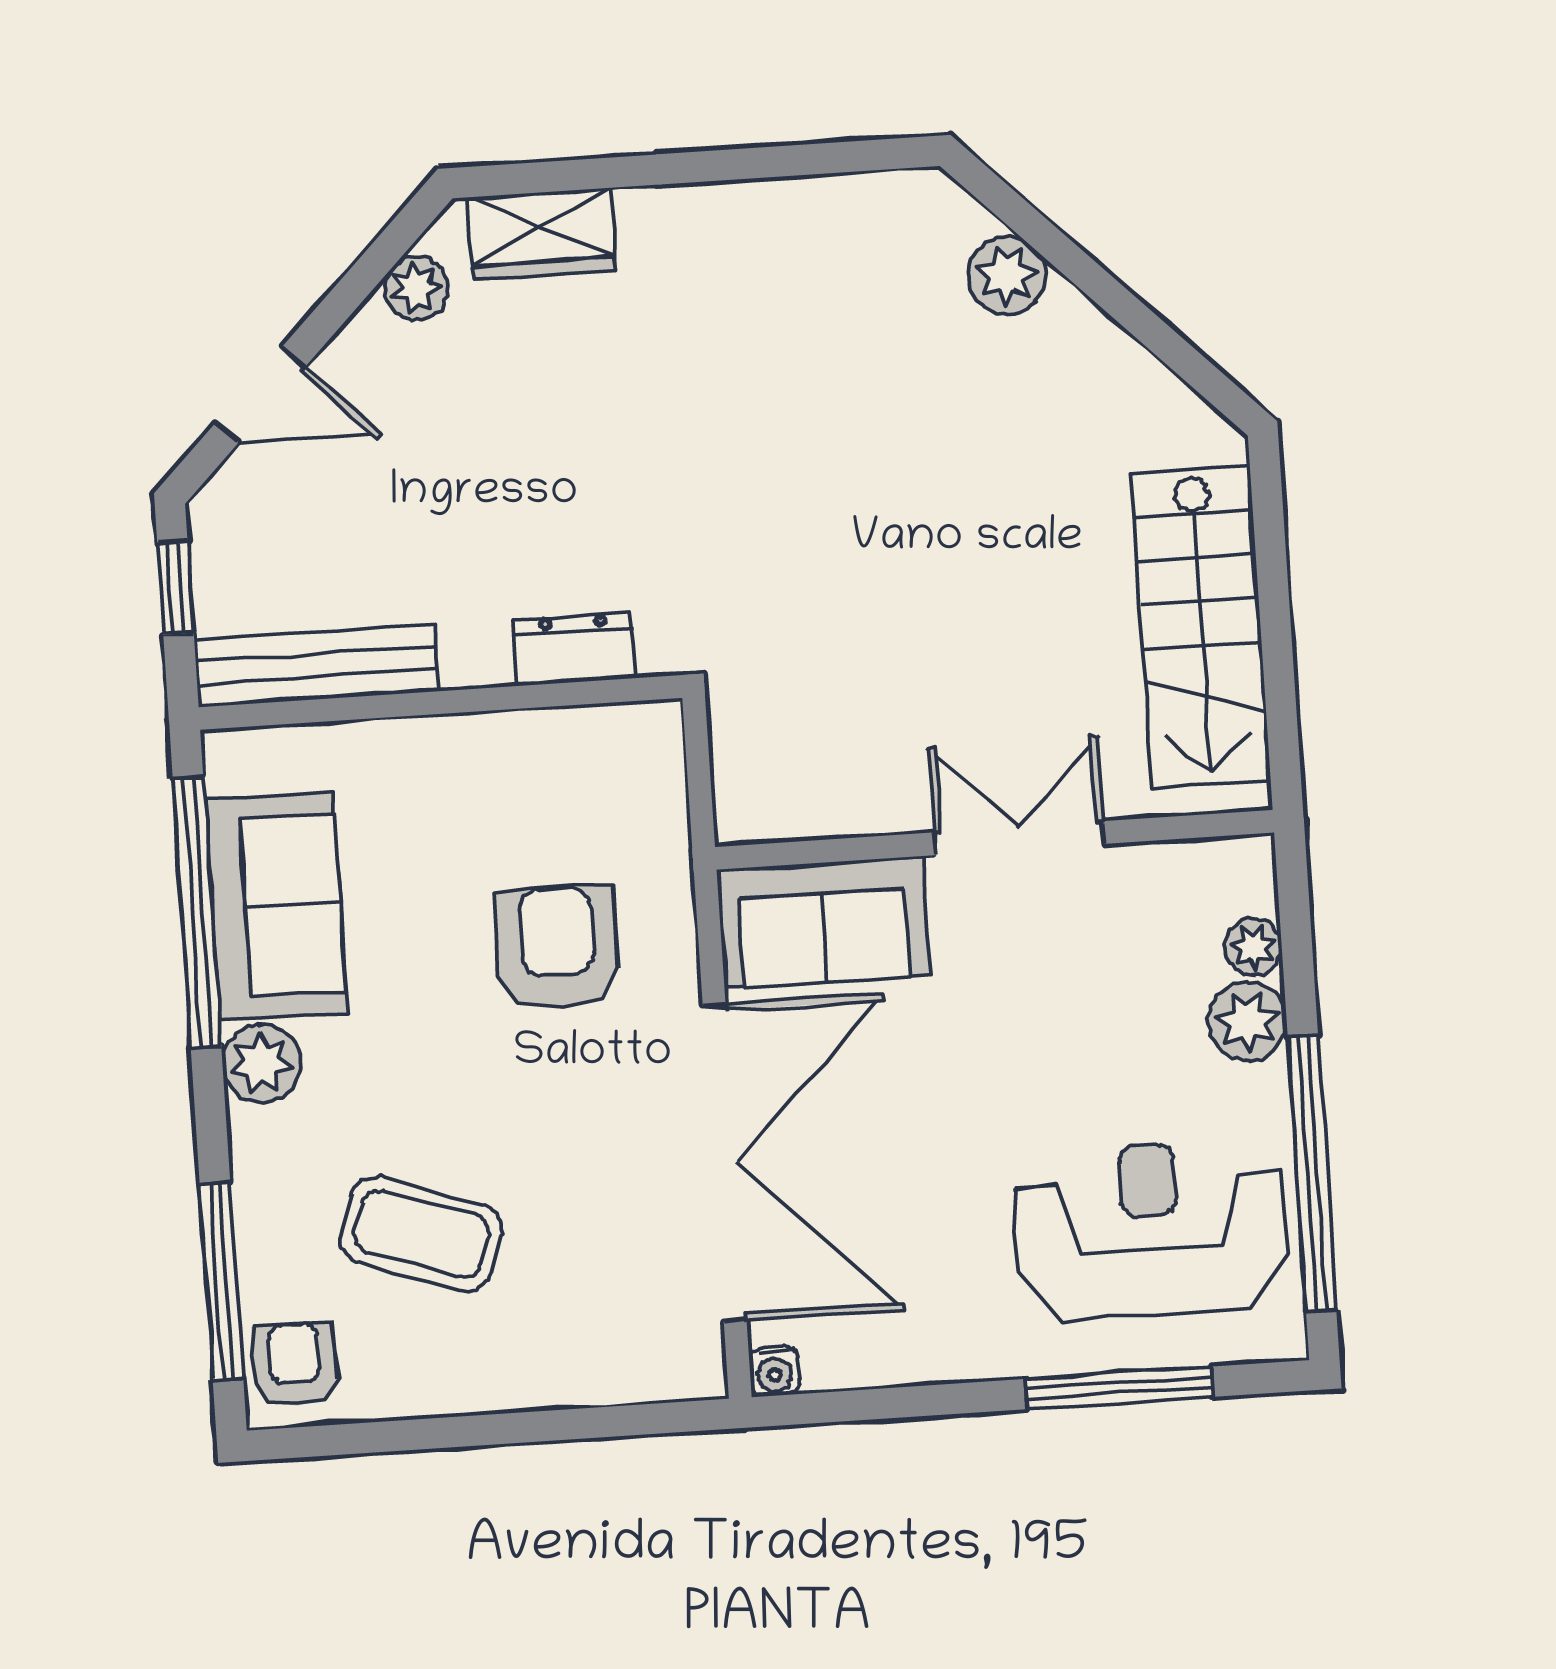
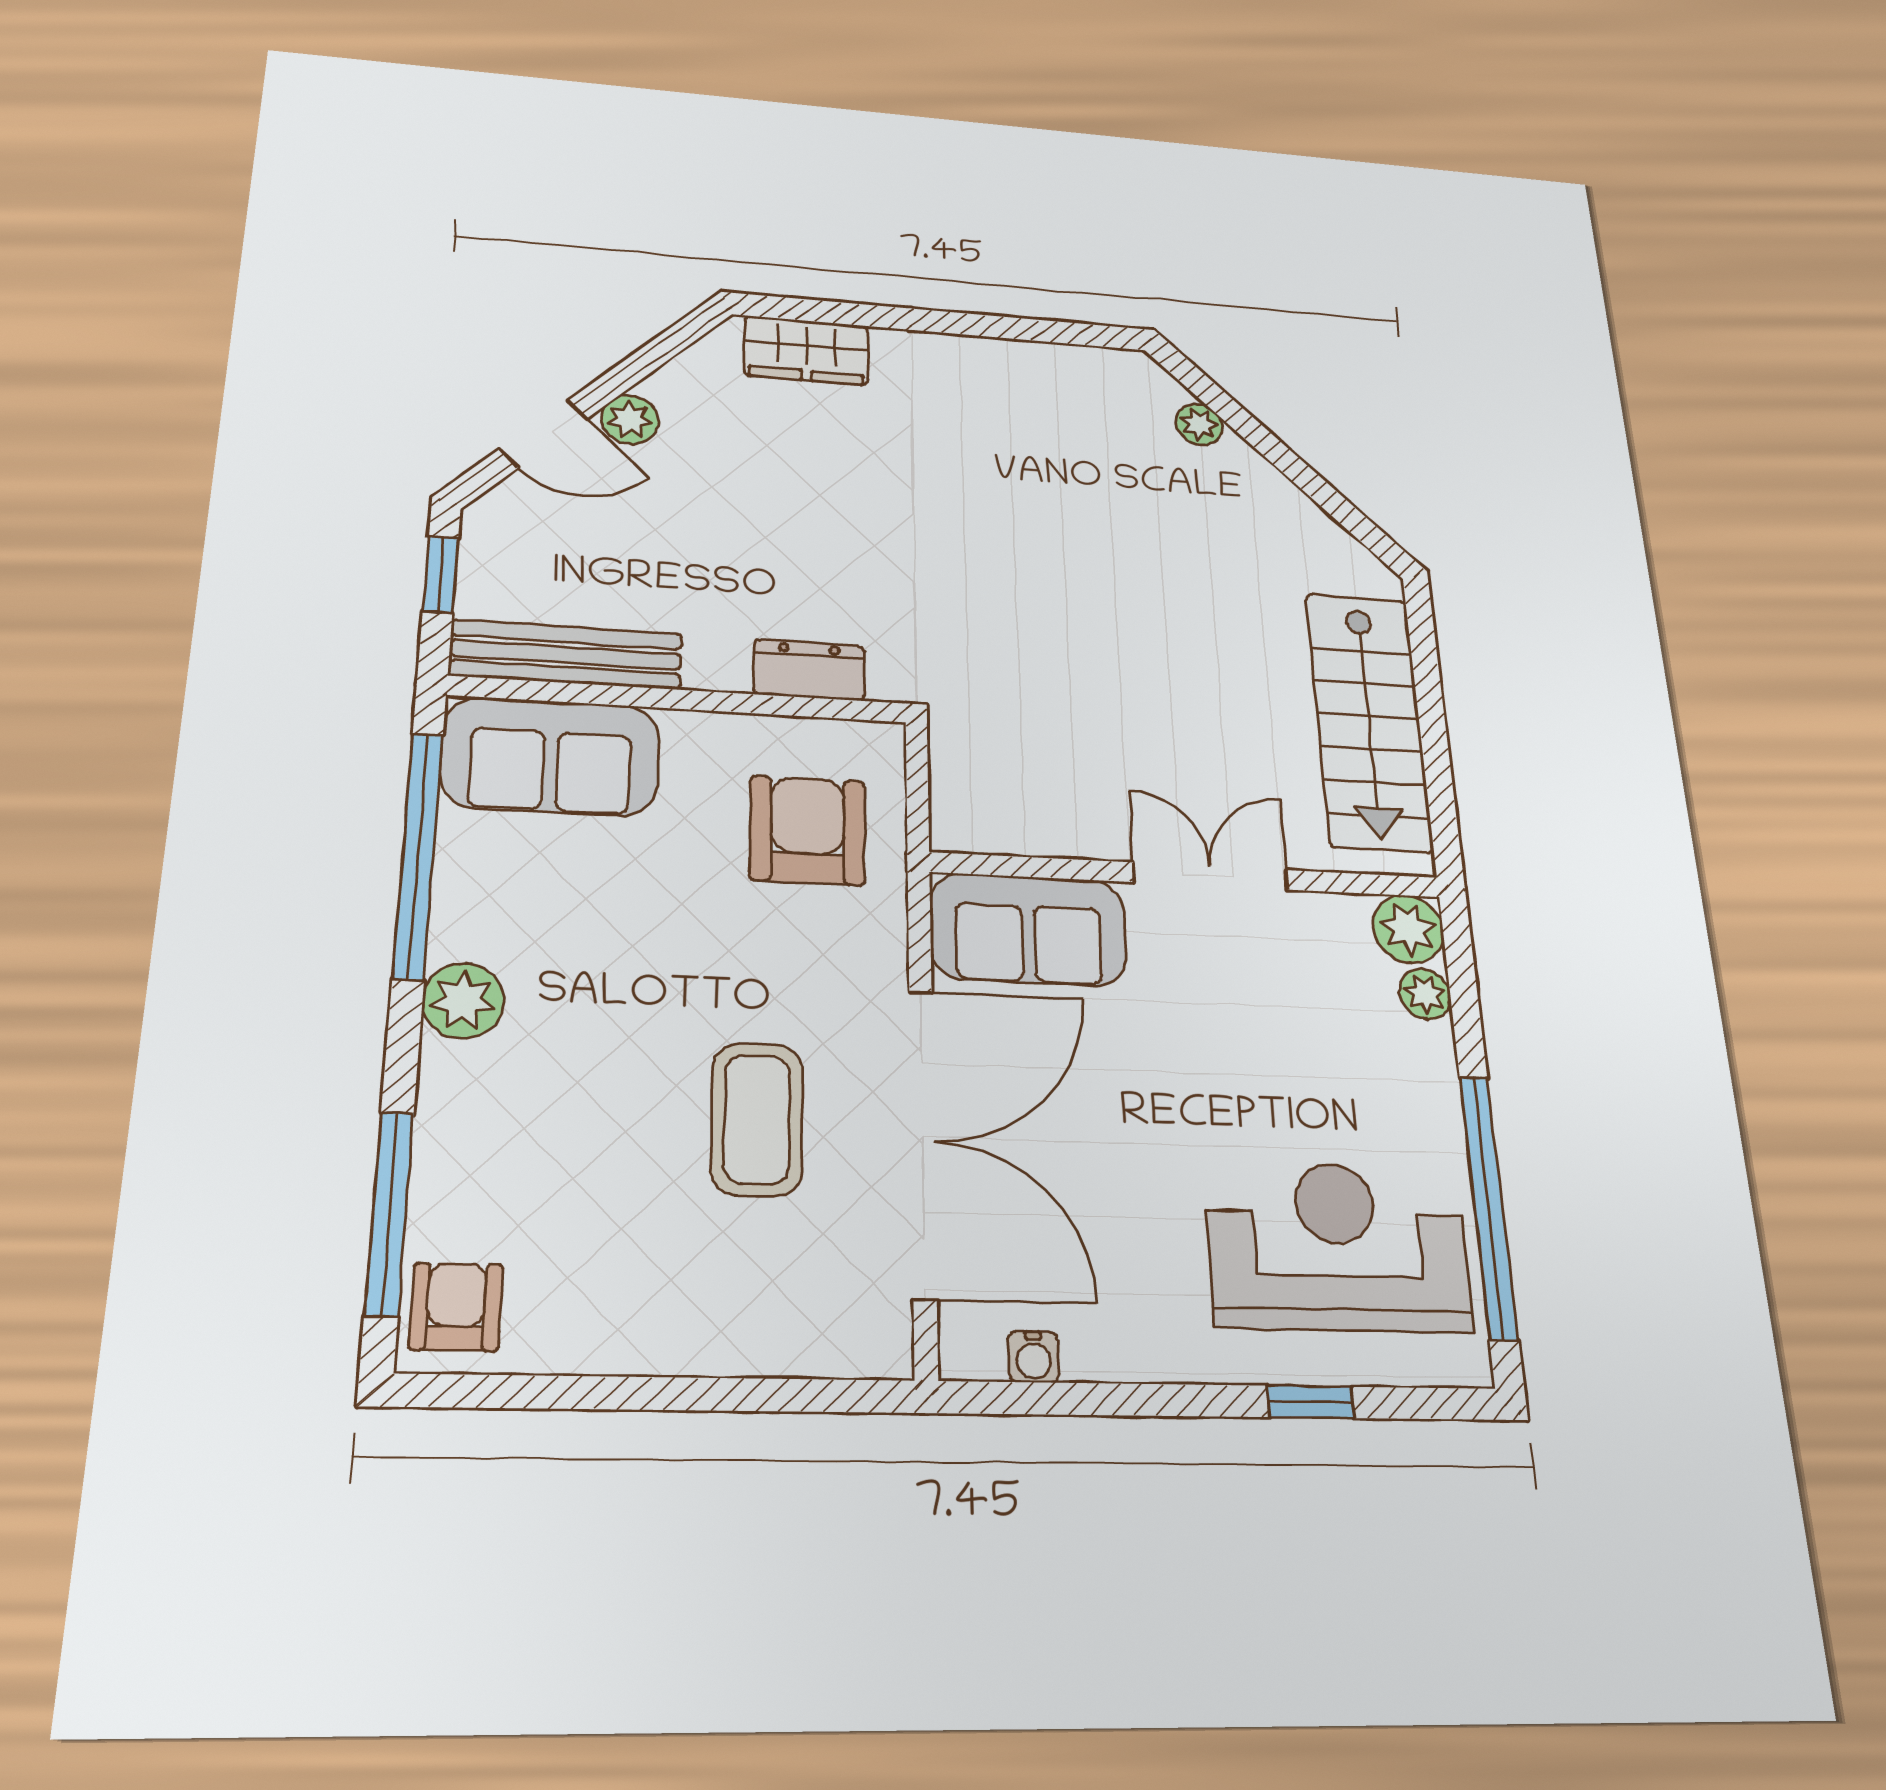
plant: (1007, 276) -> (1199, 425), width x0.73, depth x0.73
plant: (416, 288) -> (630, 420), moved
sofa: (276, 906) -> (551, 756), moved, turned 90
armchair: (557, 948) -> (808, 830), moved
plant: (1247, 1021) -> (1408, 929), moved
coffee table: (421, 1234) -> (757, 1119), moved, turned 71
water cooler: (774, 1371) -> (1034, 1357), moved
window: (1119, 1388) -> (1311, 1402), width x0.46

